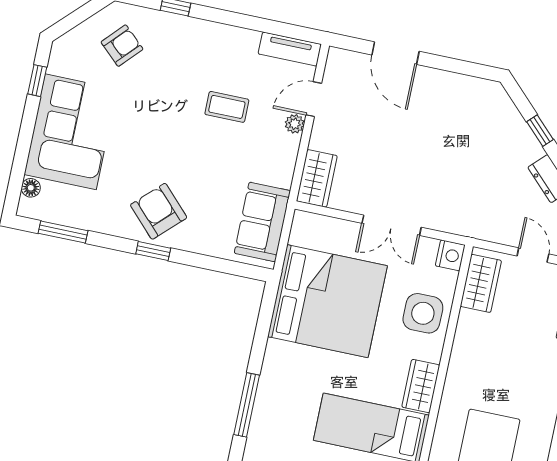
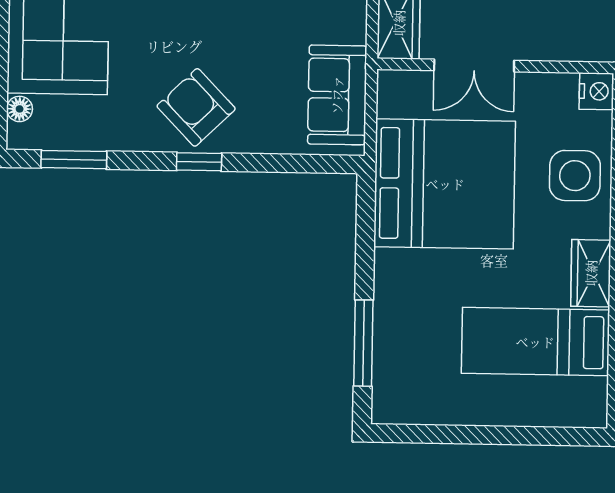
double door: (392, 225) -> (474, 66), moved

